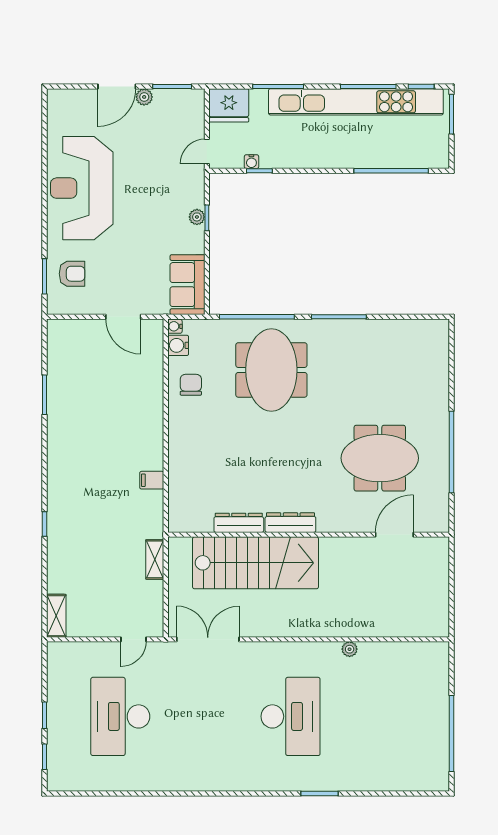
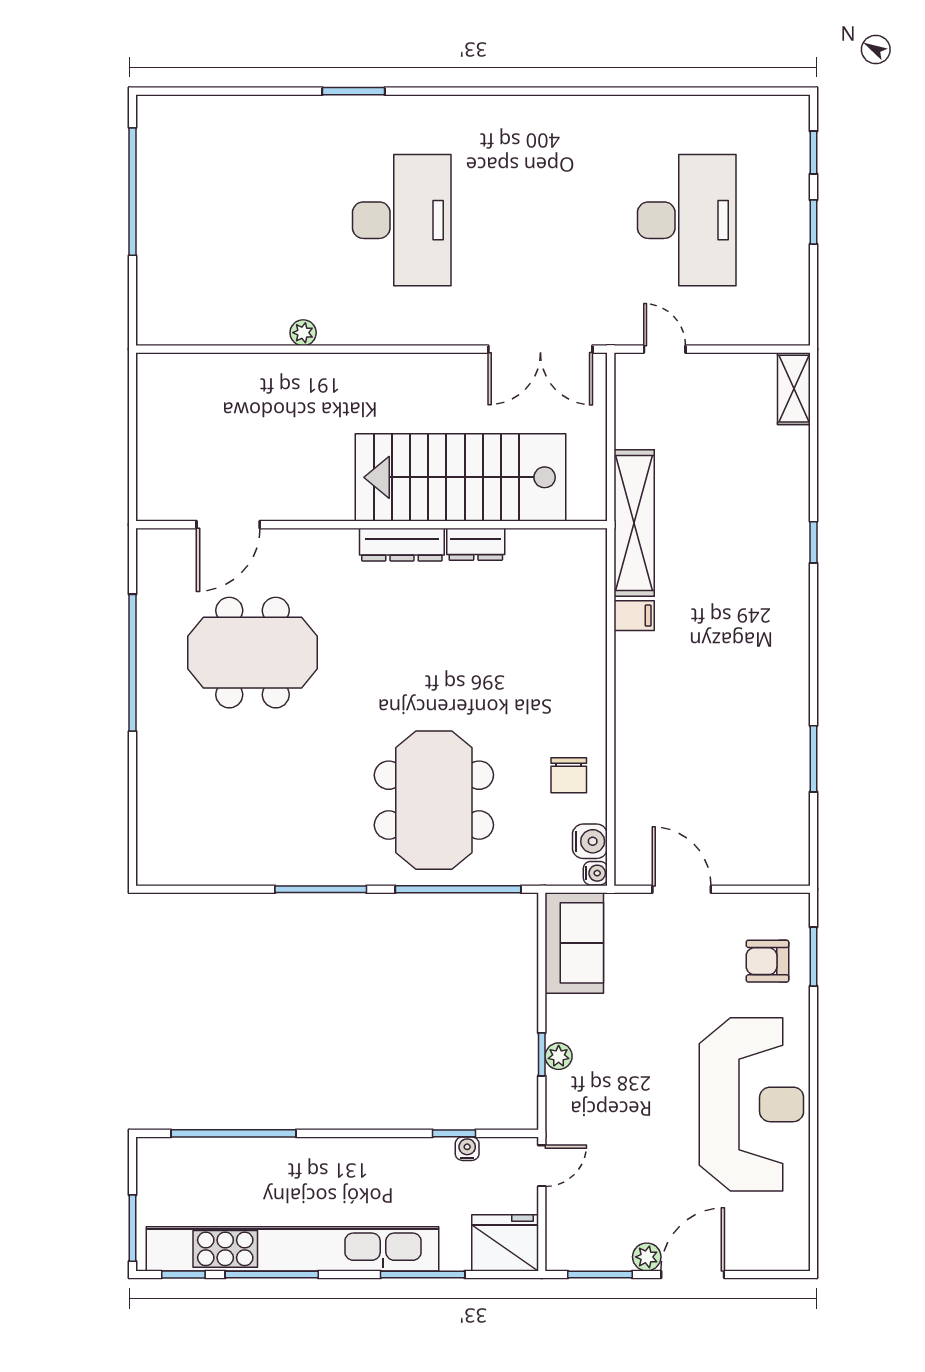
dresser: (239, 523) -> (476, 544), width x0.70
shelving: (155, 559) -> (634, 523), width x2.20, depth x1.33
door: (134, 639) -> (665, 349), hinge flipped
desk: (291, 716) -> (402, 220), turned 180

